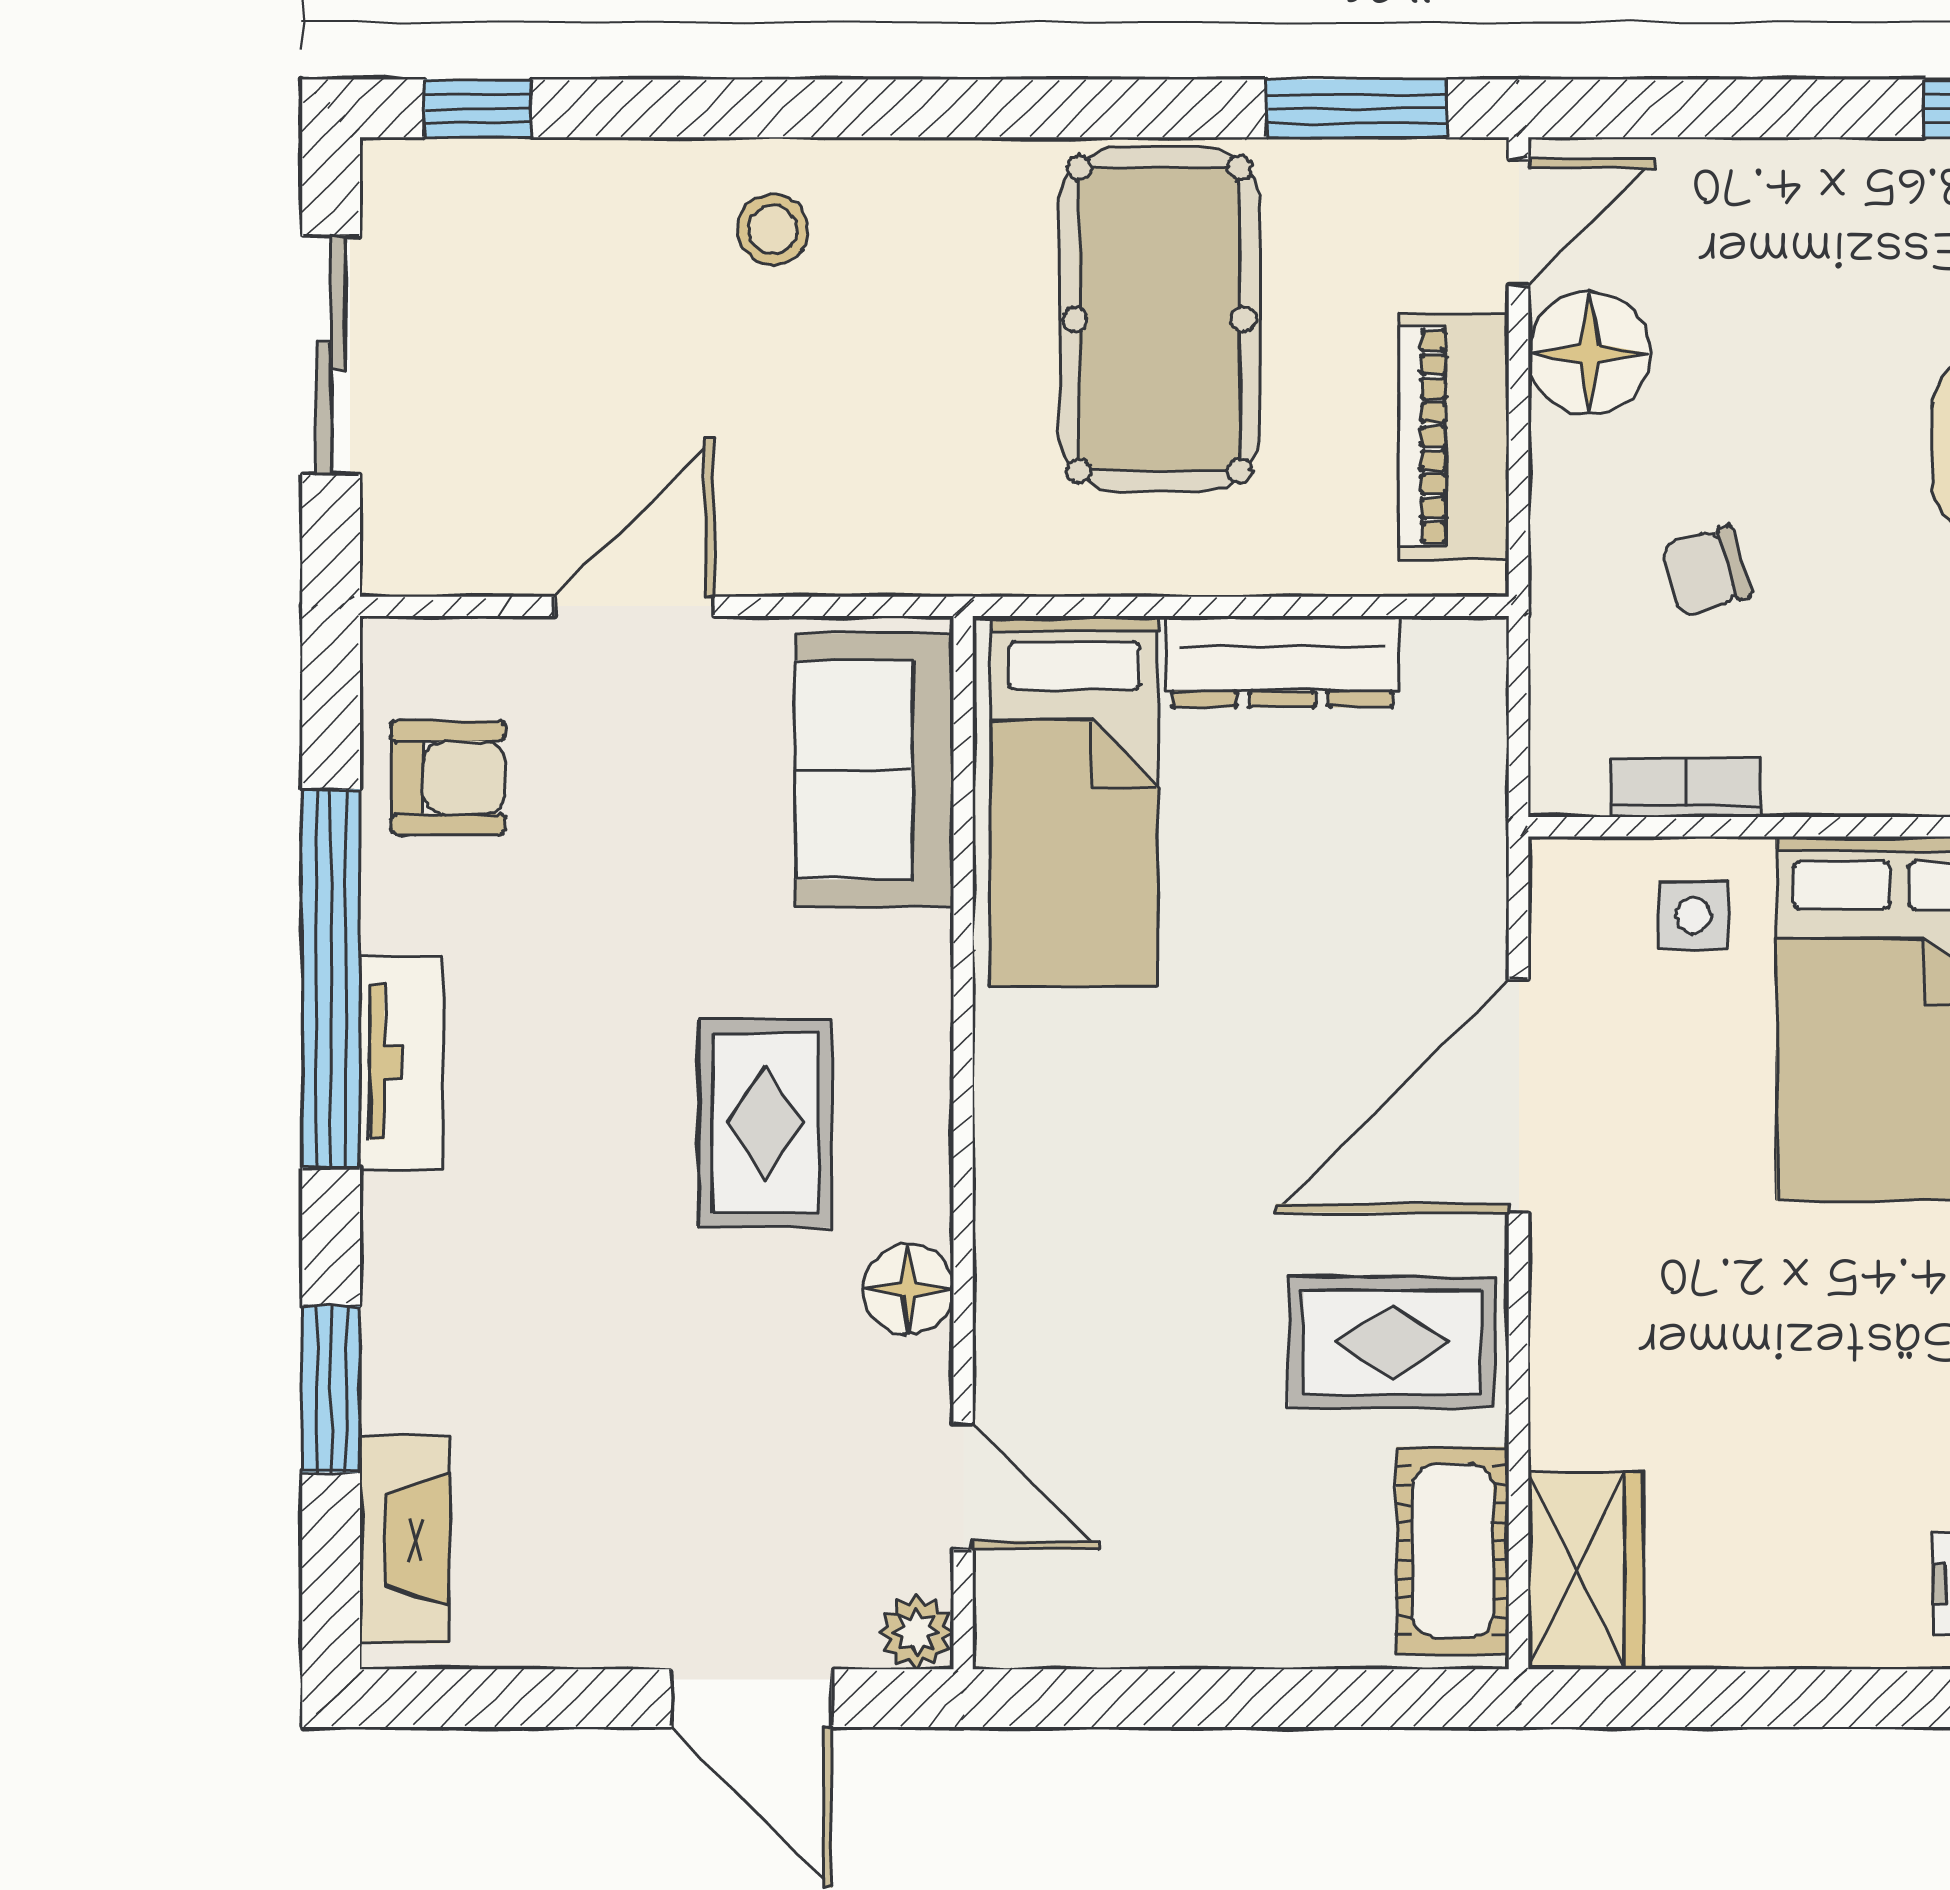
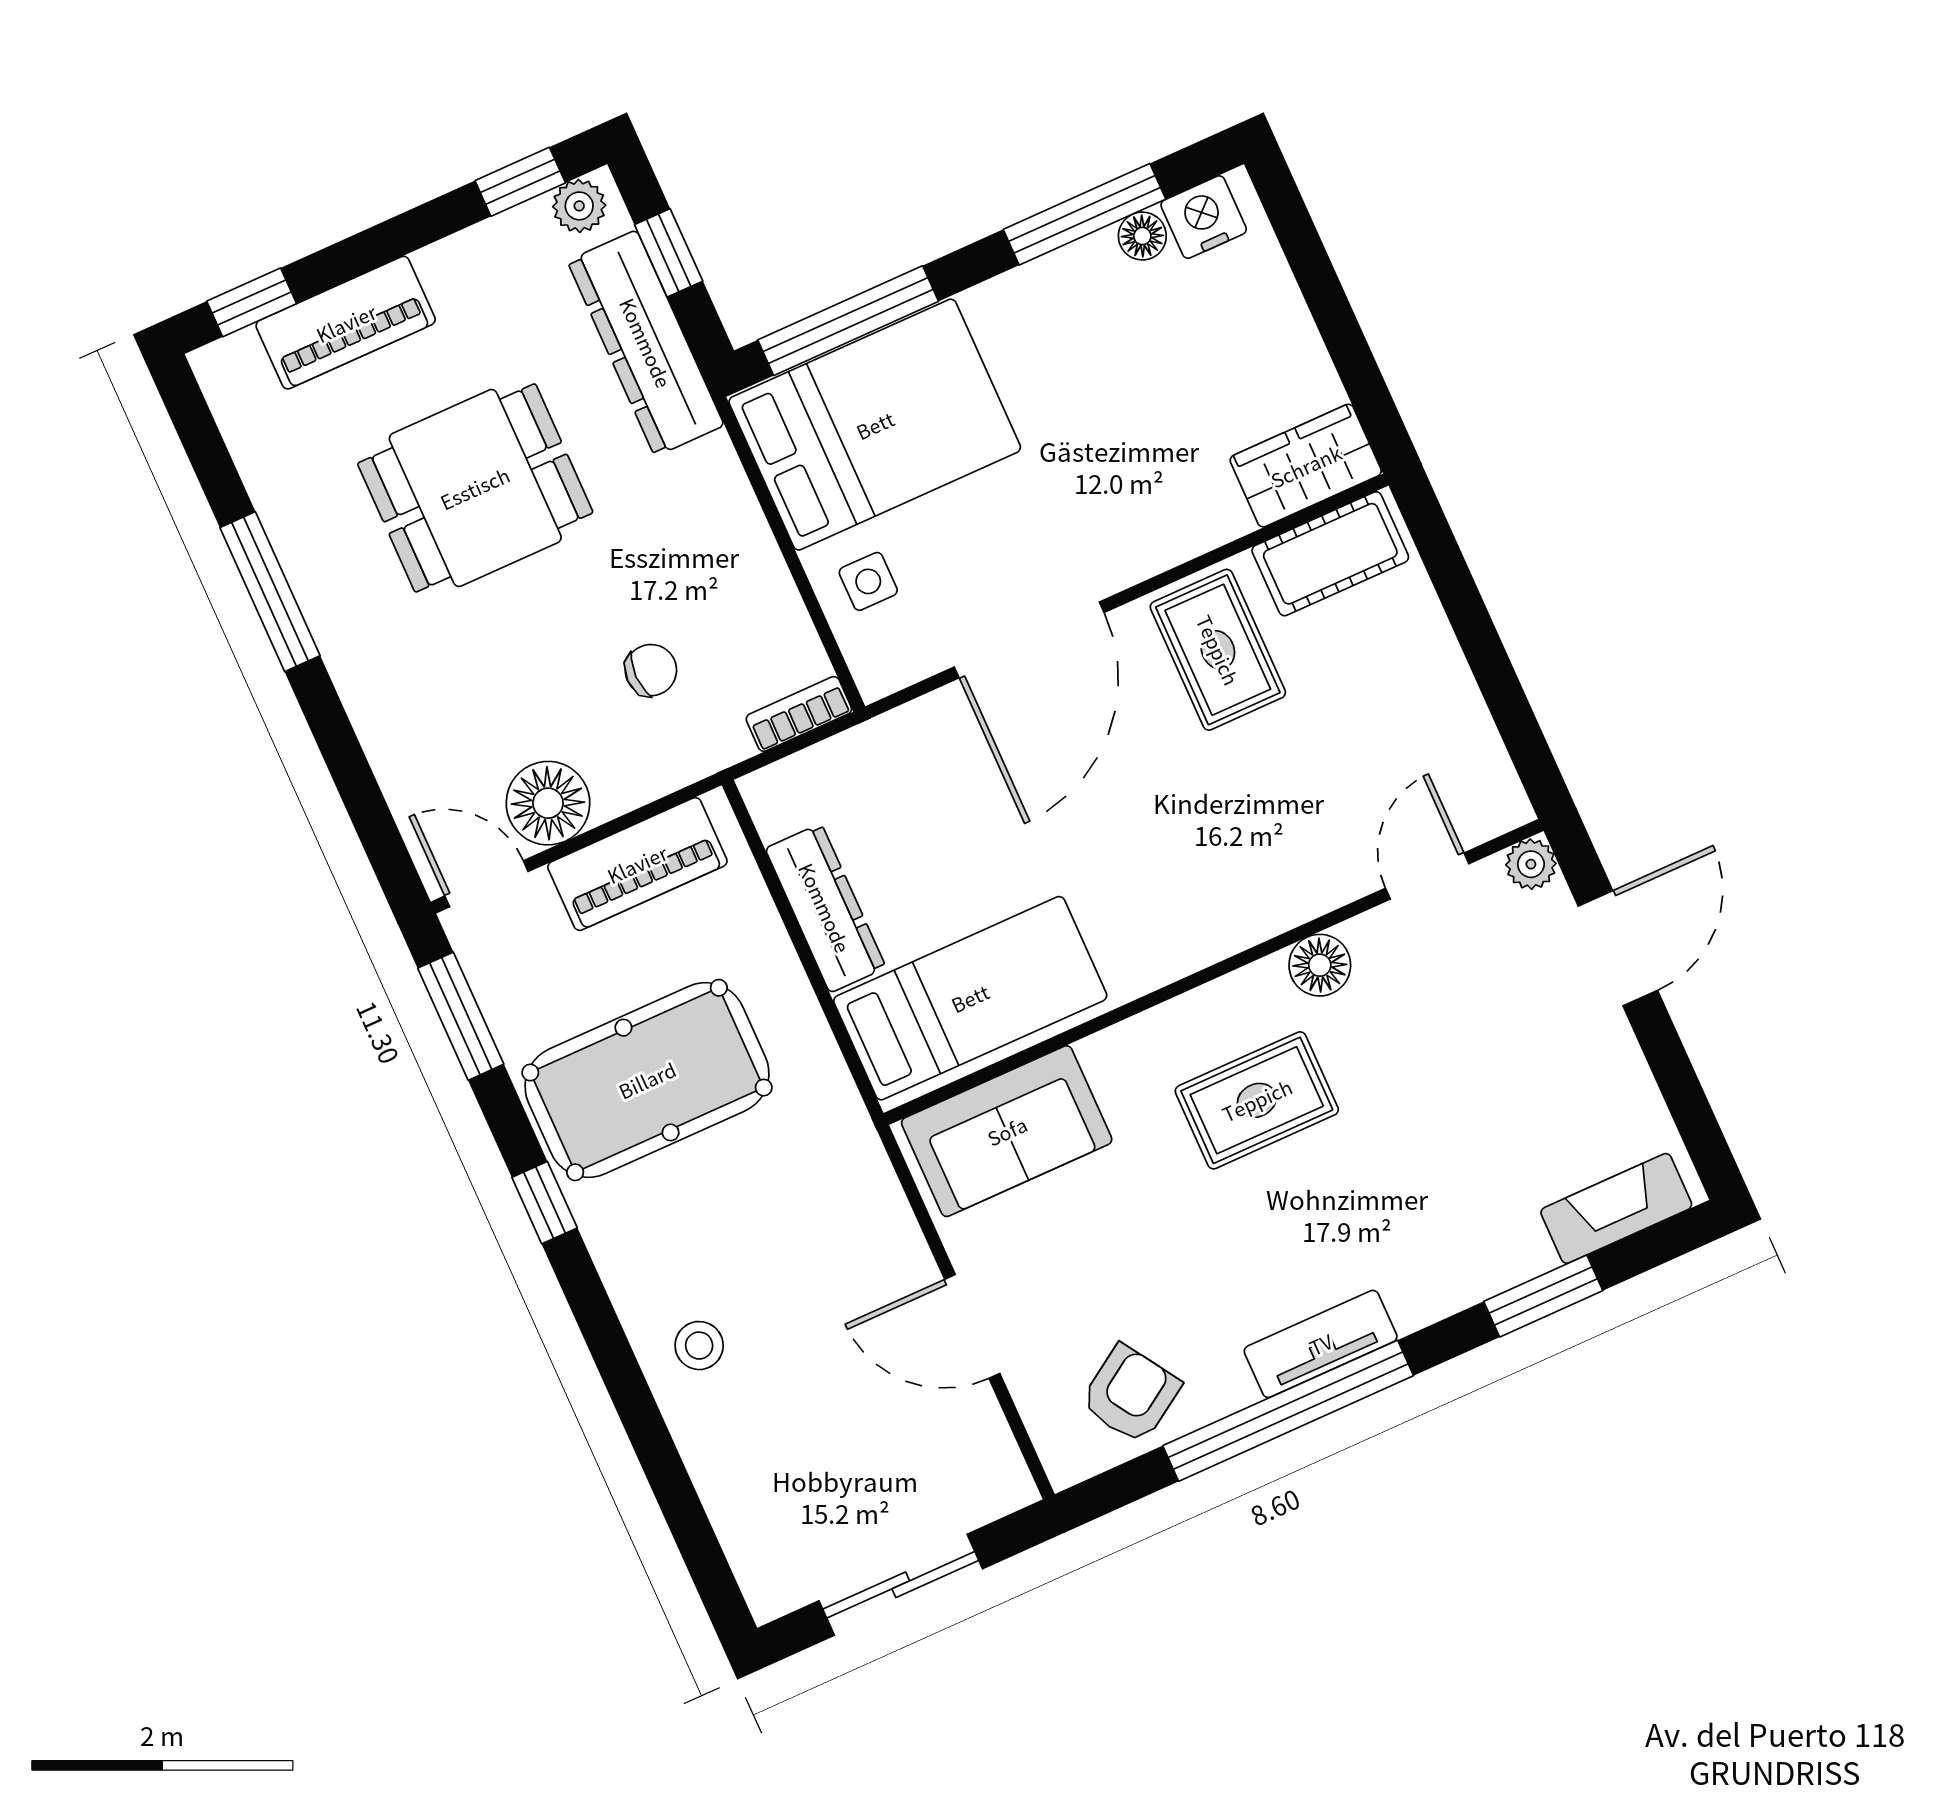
window: (478, 108) -> (545, 1203), moved
chair: (1706, 571) -> (651, 670), turned -73
armchair: (448, 778) -> (1130, 1394), turned 57
bookcase: (1686, 787) -> (799, 714), moved, turned 90
door: (1519, 1096) -> (1029, 640), hinge flipped

